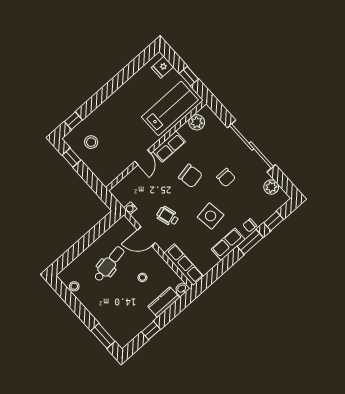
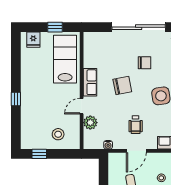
window: (73, 121) -> (16, 99), moved
plant: (197, 122) -> (90, 123), moved
stool: (91, 142) -> (58, 134), moved
door: (143, 157) -> (82, 106), swing flipped
wheelchair: (168, 216) -> (136, 125), turned -73

